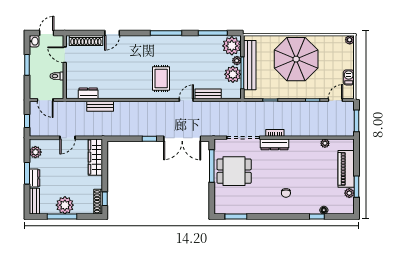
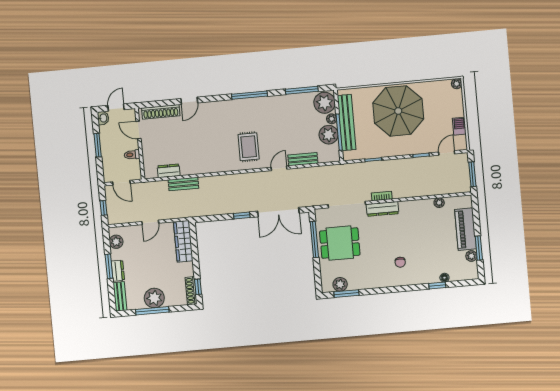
plant: (231, 208) -> (340, 284), added

